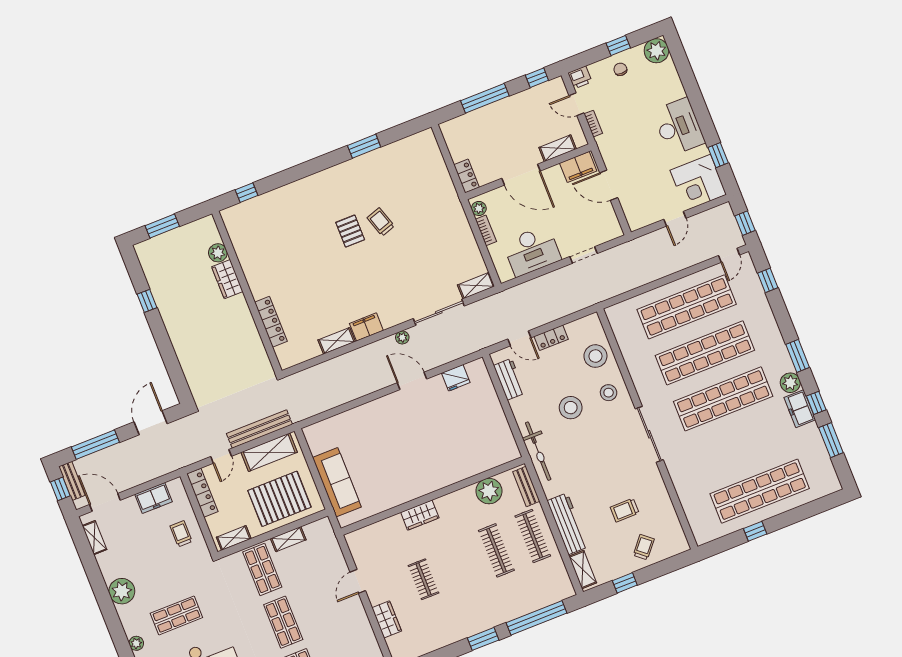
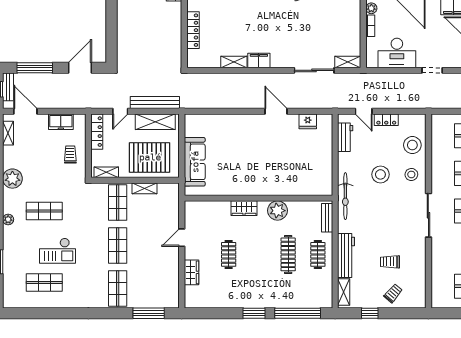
plant: (402, 337) -> (281, 78), removed
plant: (489, 491) -> (277, 211), moved
clothes rail: (533, 536) -> (318, 254), width x0.73

